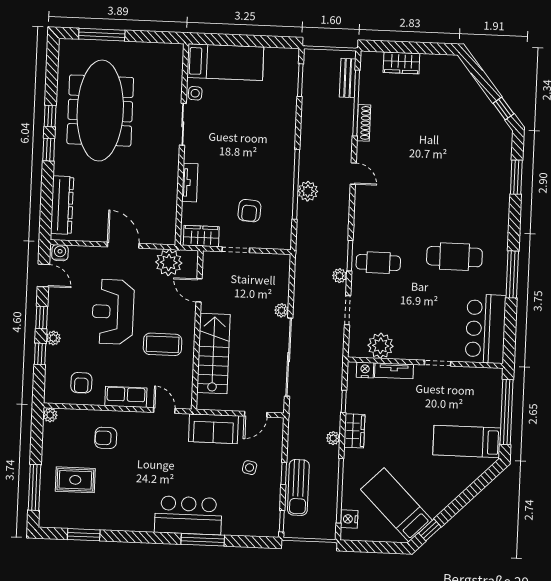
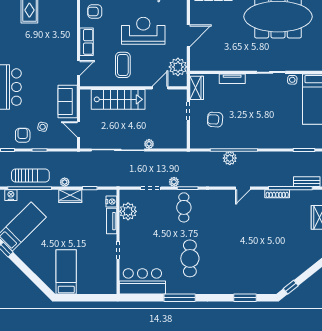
window: (507, 412) -> (87, 298), removed
armchair: (106, 438) -> (23, 135), moved
sun lounger: (298, 487) -> (30, 176), moved, turned 180

